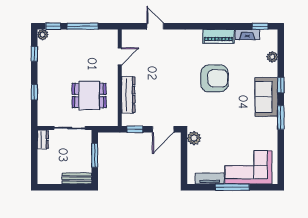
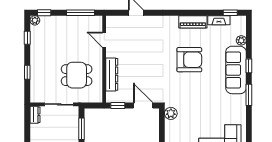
window: (82, 26) -> (81, 13), moved
door: (120, 56) -> (104, 40), swing flipped
sofa: (266, 97) -> (236, 70), width x1.36
door: (163, 129) -> (143, 106), swing flipped

